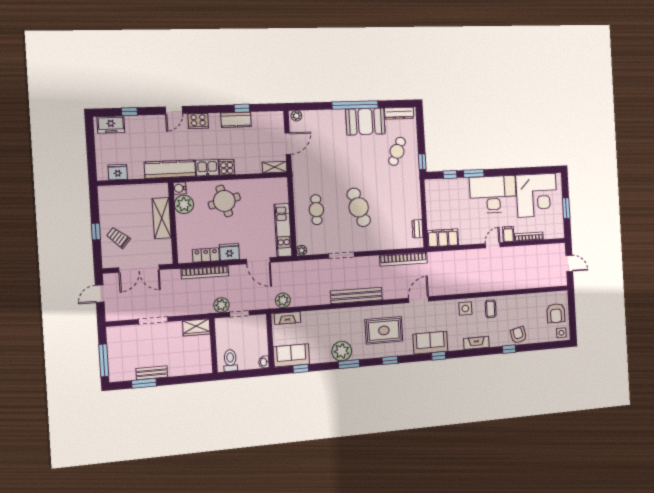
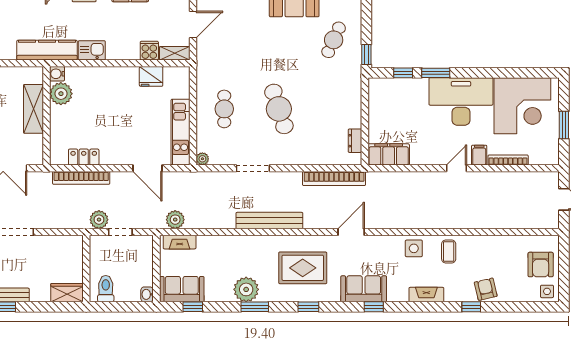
cooker: (227, 167) -> (149, 51), moved
round table: (224, 201) -> (110, 92), removed
fridge: (229, 252) -> (151, 76), moved, turned 180
wardrobe: (196, 327) -> (67, 293), moved, turned 180

